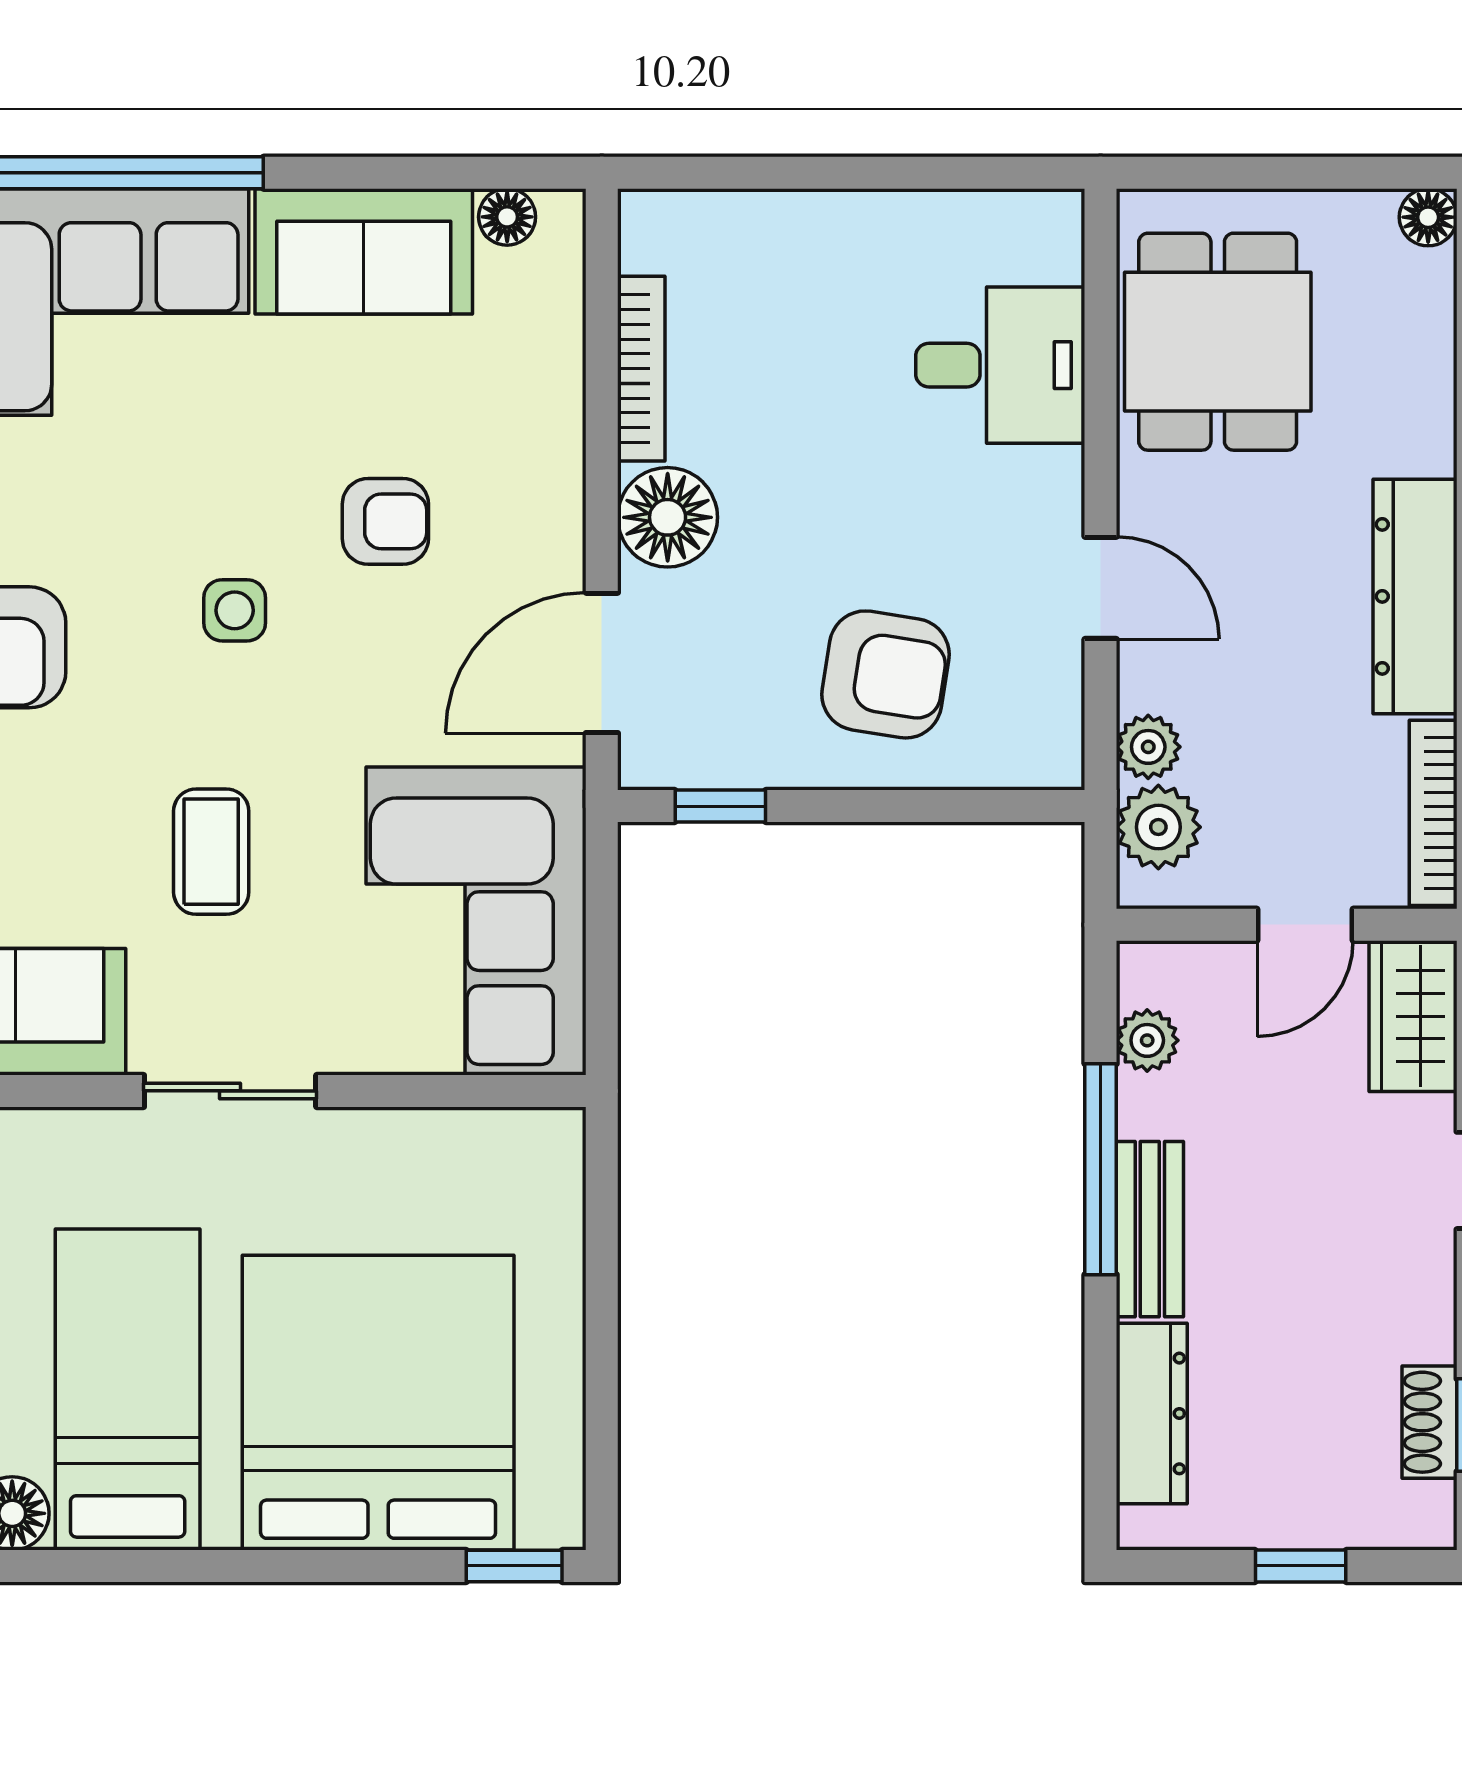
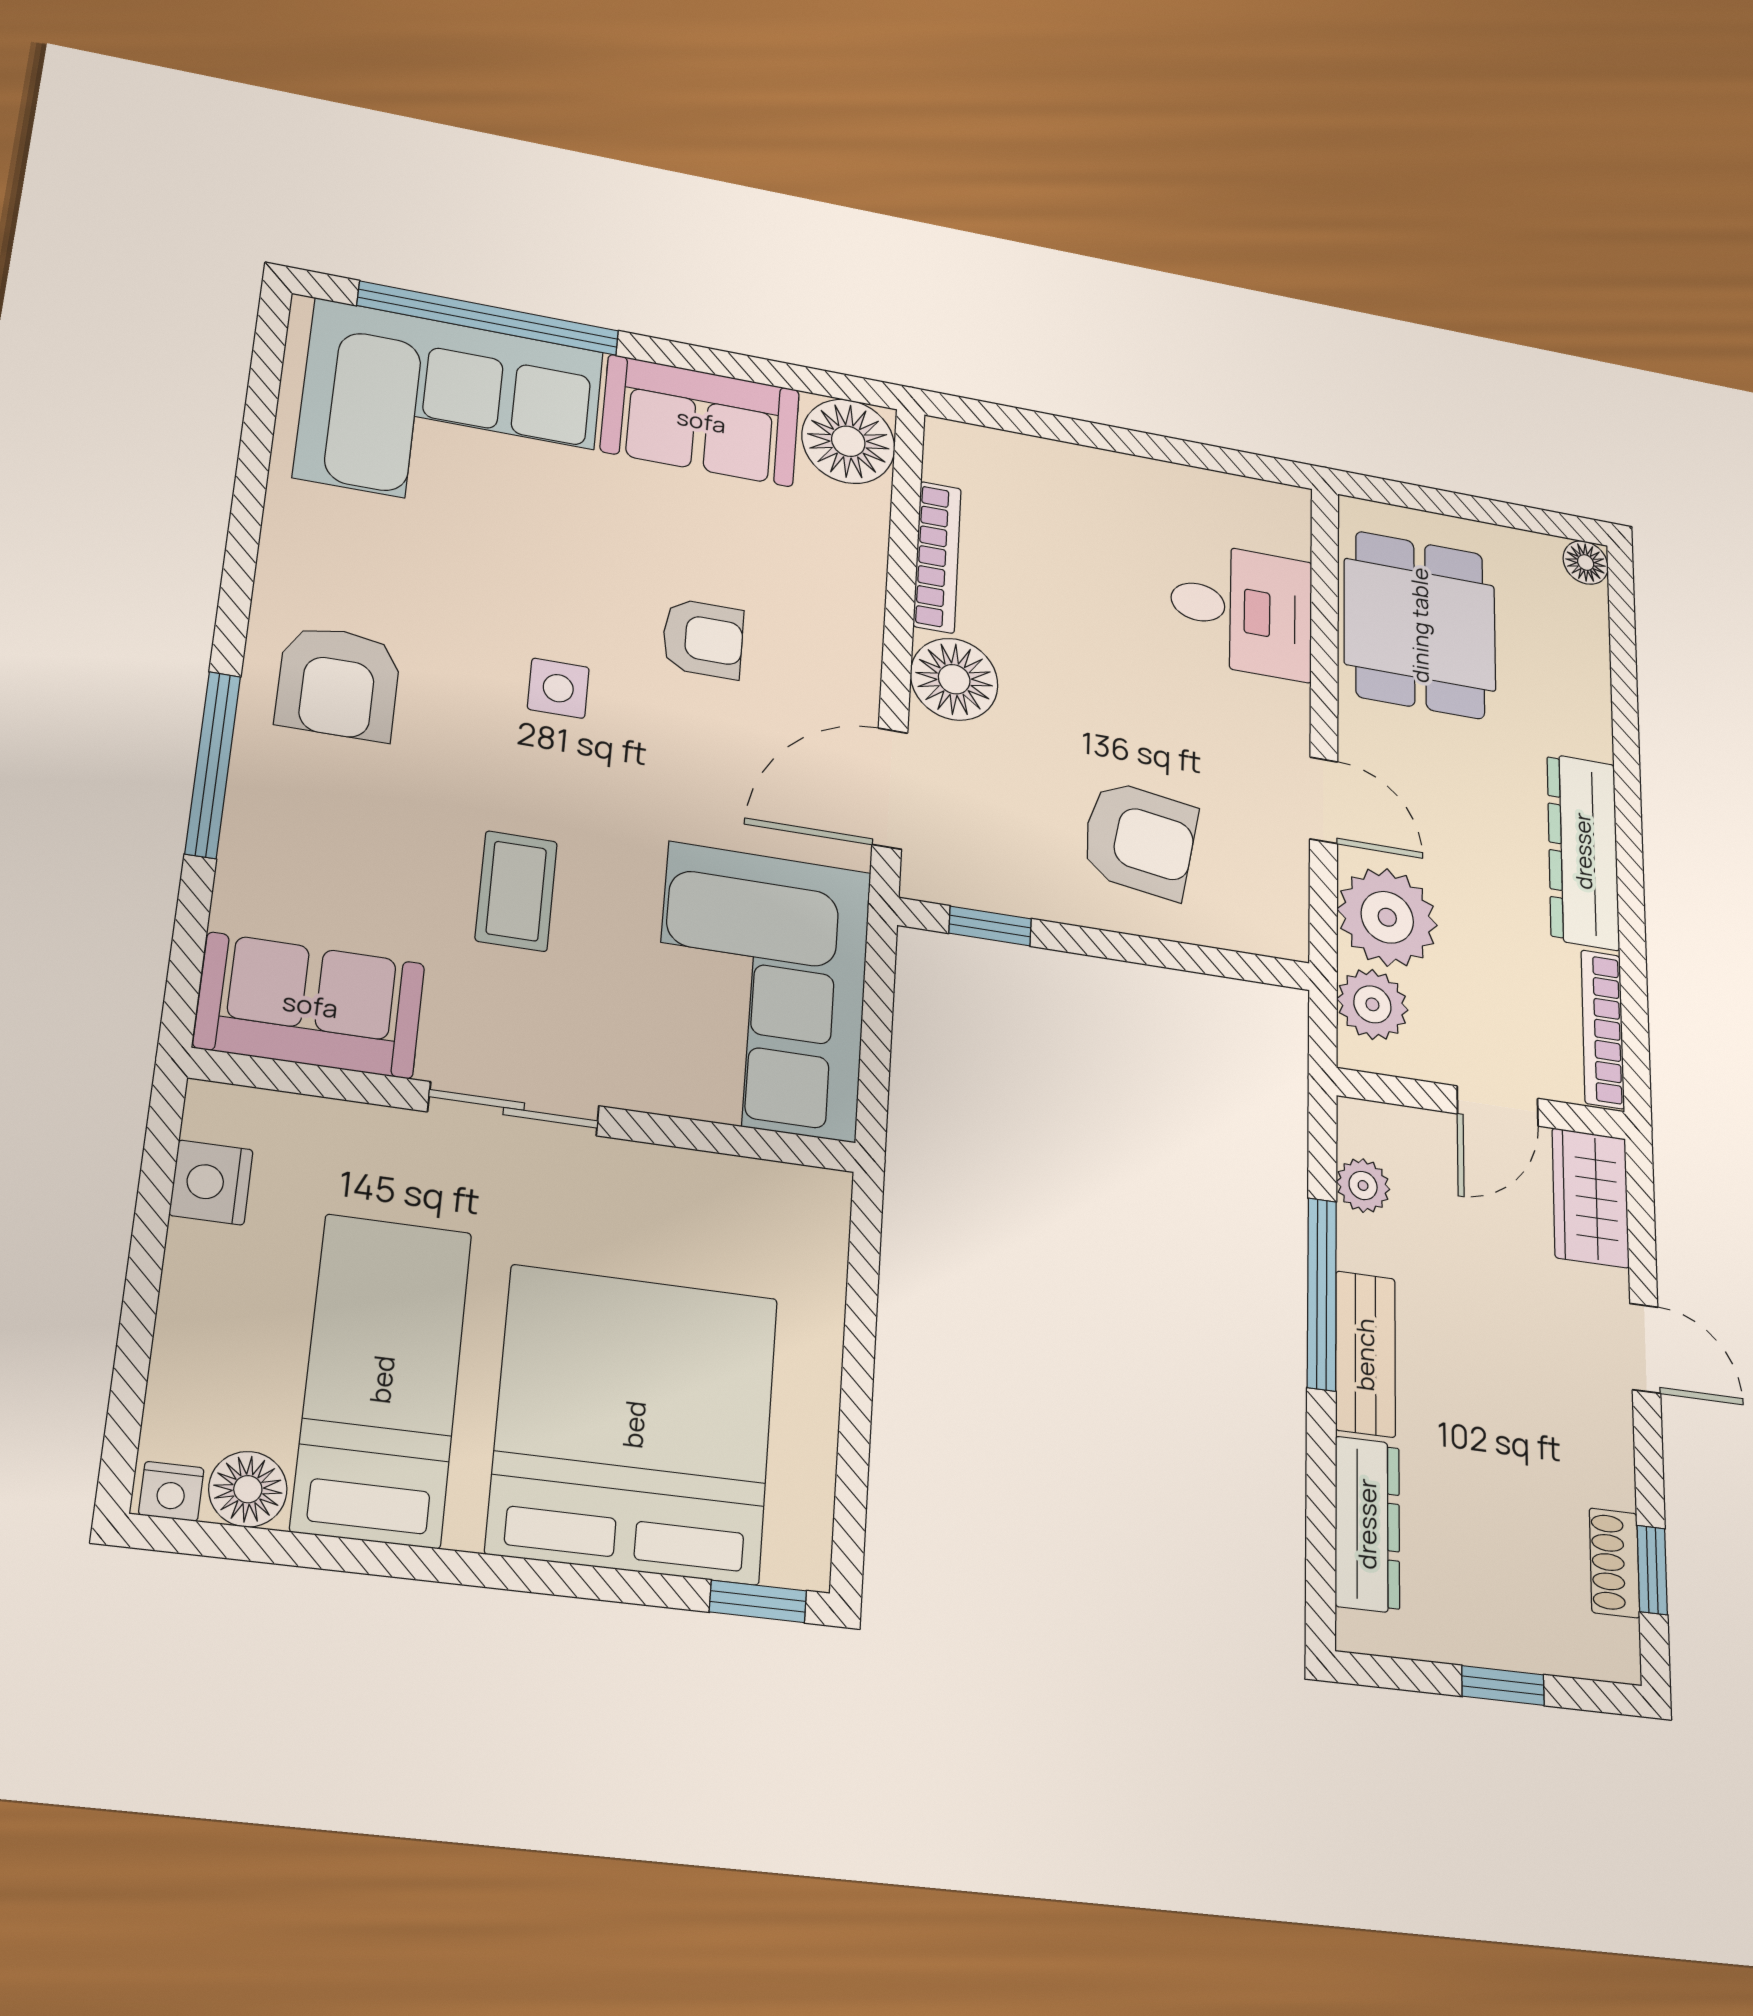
floor lamp: (507, 217) -> (848, 441), width x1.89, depth x1.89
plant: (1148, 747) -> (1387, 917), width x1.87, depth x1.87

